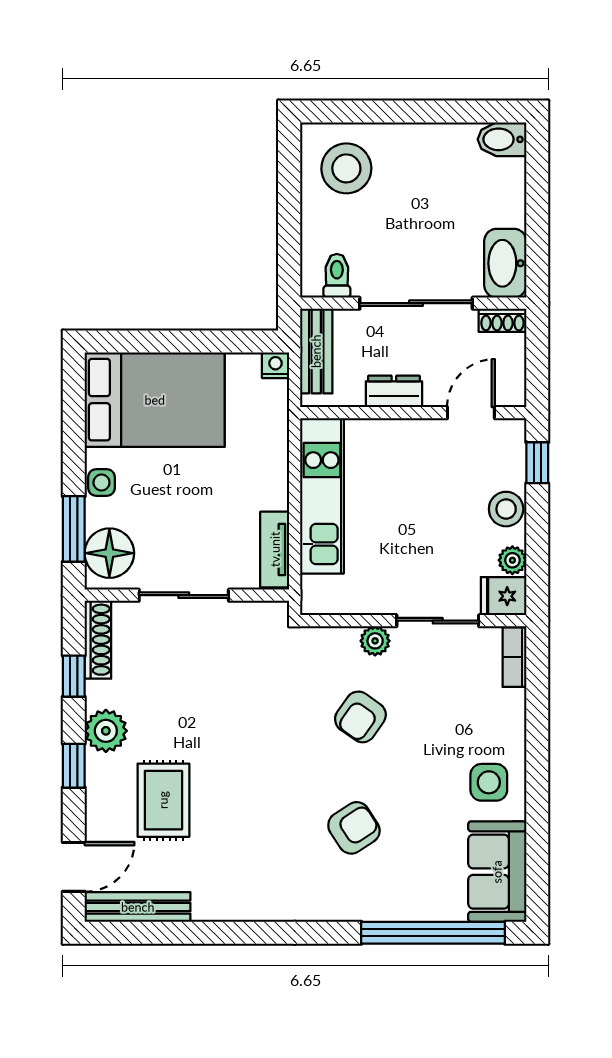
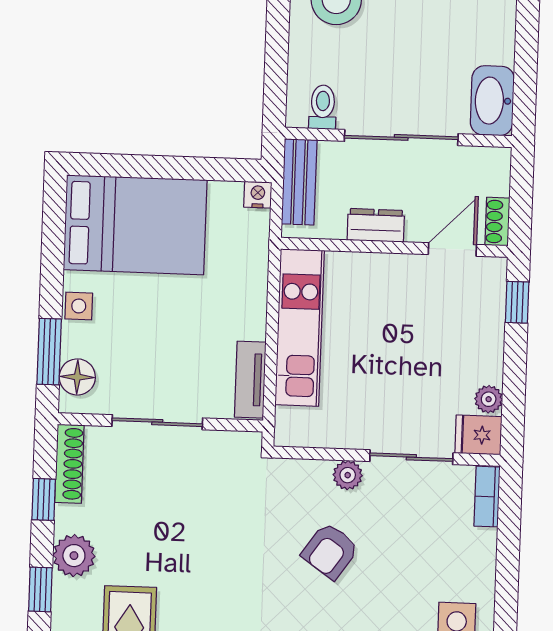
shoe rack: (502, 320) -> (497, 222), moved, turned 90
stool: (506, 509) -> (484, 348), removed
floor lamp: (109, 553) -> (77, 377), width x0.73, depth x0.73

